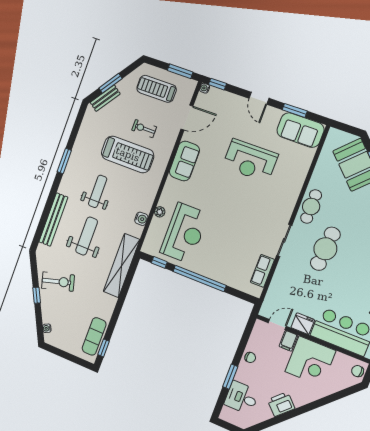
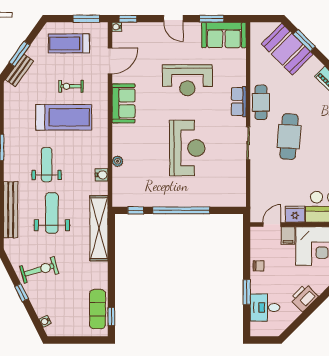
reception desk: (184, 233) -> (187, 148), moved
row of seats: (262, 271) -> (239, 102), moved

